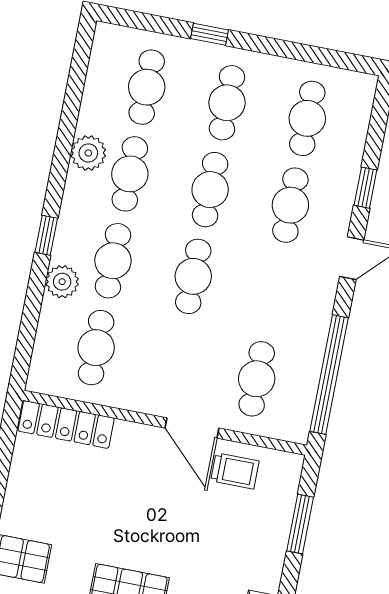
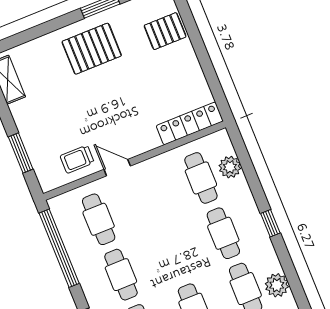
cafe table: (193, 276) -> (121, 275), moved
plant: (62, 282) -> (230, 167), moved
door: (192, 428) -> (117, 168), width x0.73

